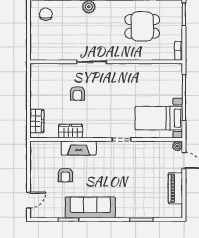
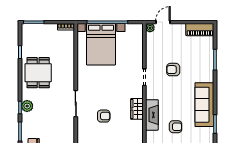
dining table: (142, 26) -> (38, 73), moved
bed with nightstands: (159, 118) -> (101, 44), moved, width x1.36
wardrobe: (71, 131) -> (137, 109), moved
armchair: (130, 172) -> (173, 70), added
piano: (175, 188) -> (200, 30), moved

